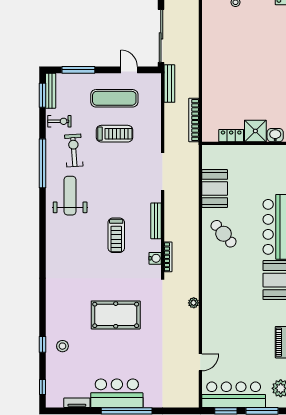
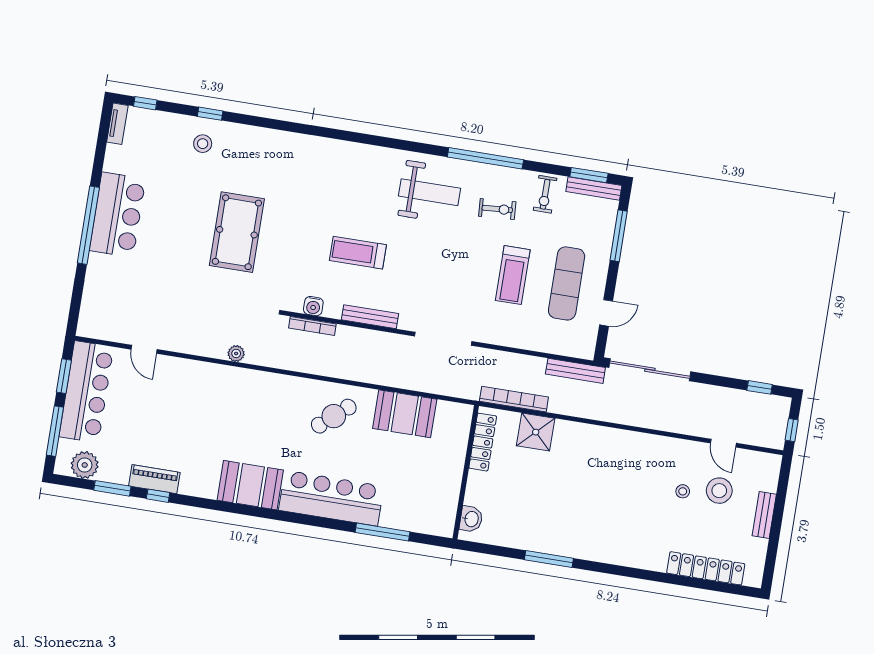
shower: (255, 131) -> (536, 432), moved
locker: (231, 136) -> (483, 442), width x1.53
exercise bike: (74, 150) -> (497, 209), width x0.73, depth x0.72
tv unit: (77, 403) -> (117, 124), moved

